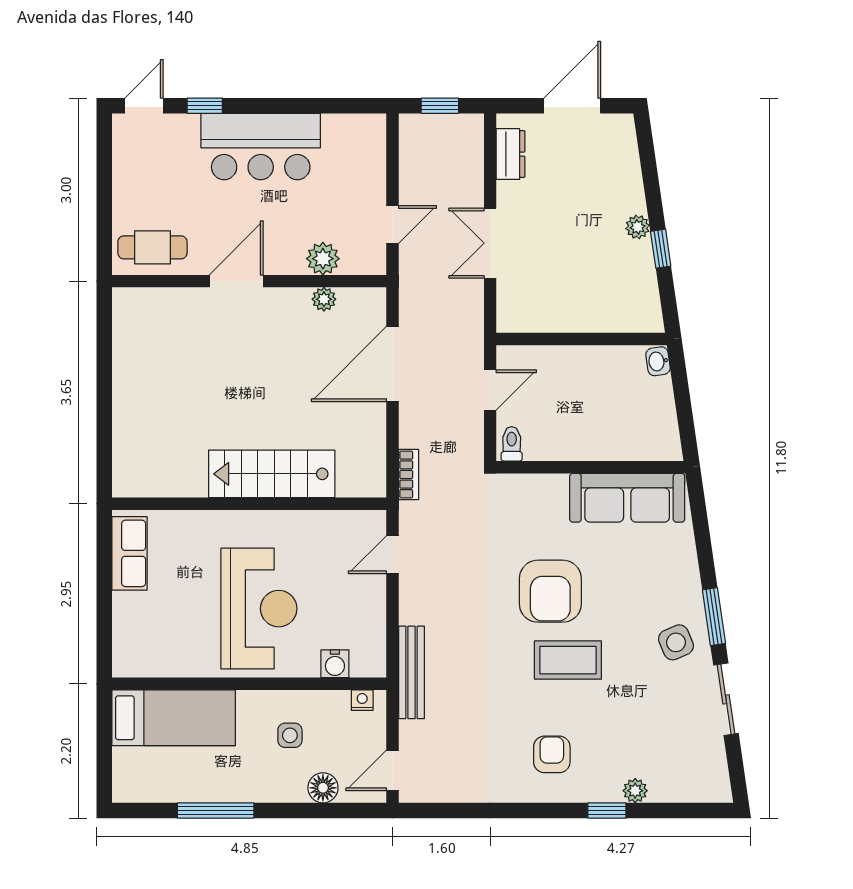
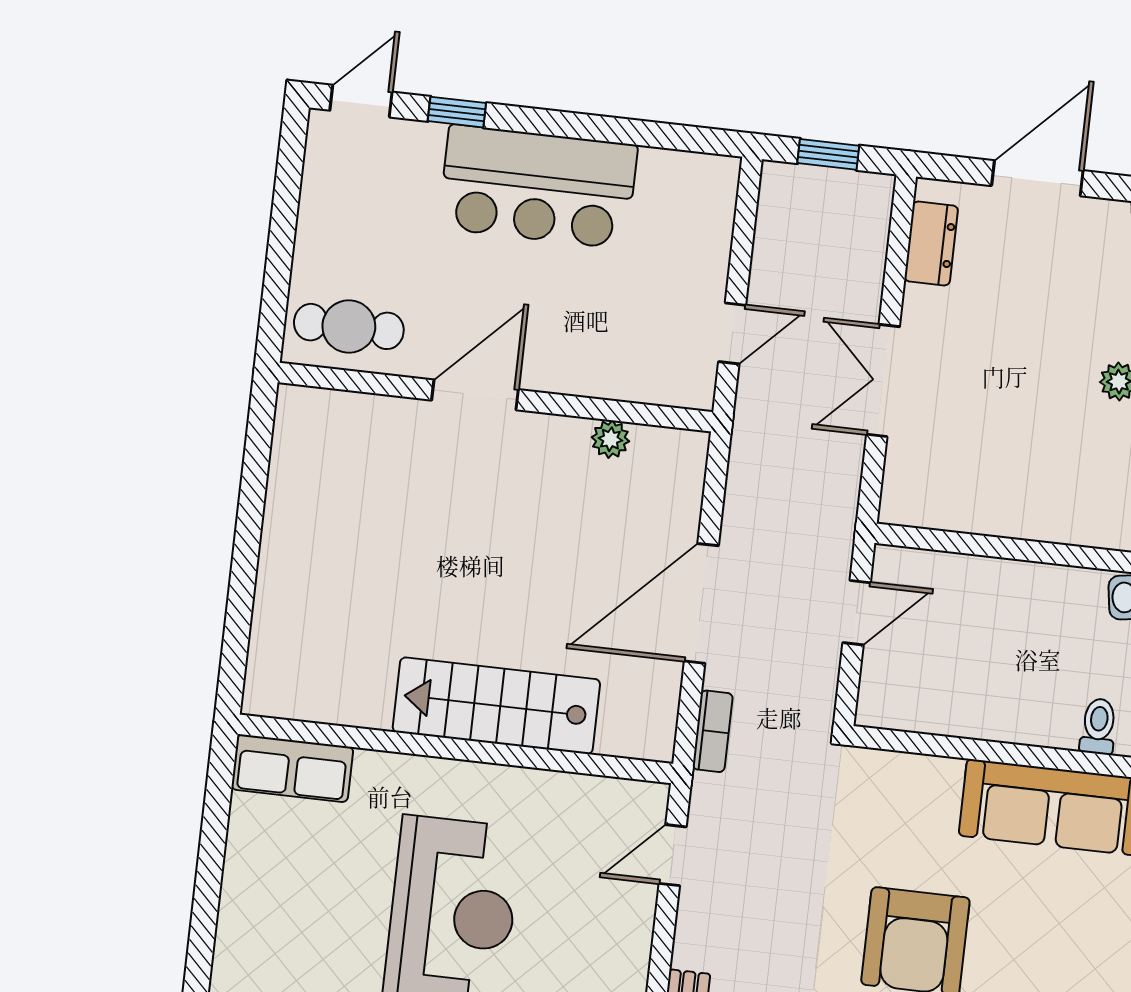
plant: (323, 259) -> (616, 375), removed
door: (393, 364) -> (701, 603), moved
toilet: (512, 444) -> (1098, 726), moved
row of seats: (129, 553) -> (292, 768), moved, turned 90

